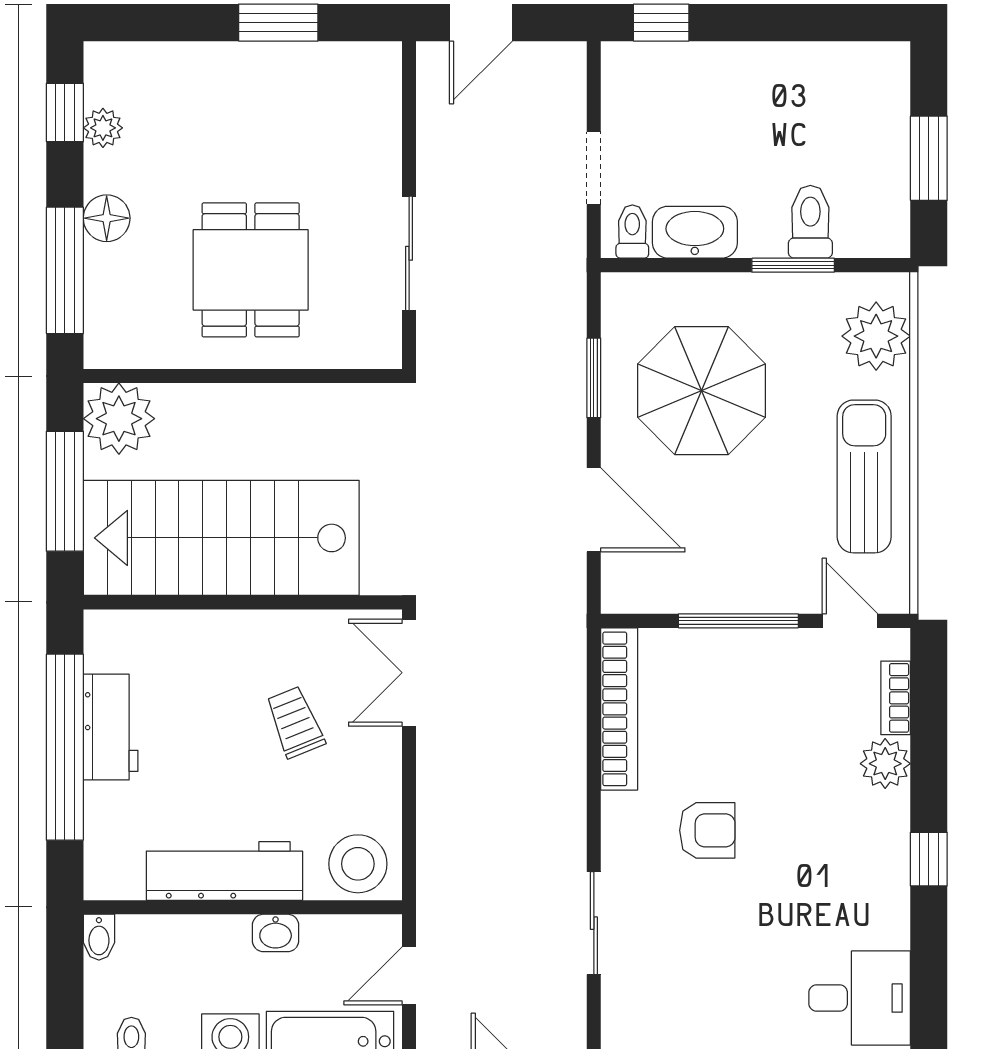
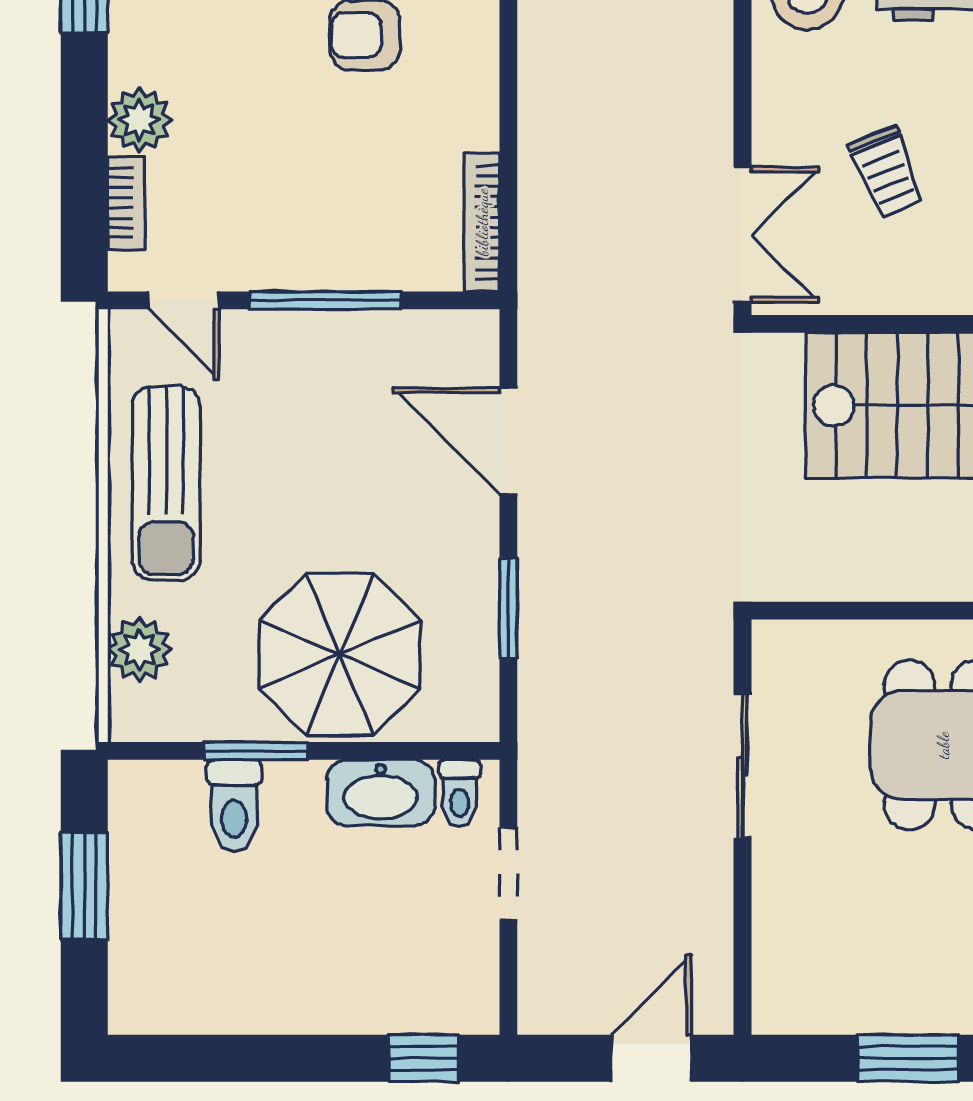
plant: (876, 336) -> (139, 649), width x0.73, depth x0.73
parasol: (701, 391) -> (340, 654), moved
bookcase: (619, 709) -> (482, 222), width x0.68, depth x0.76

